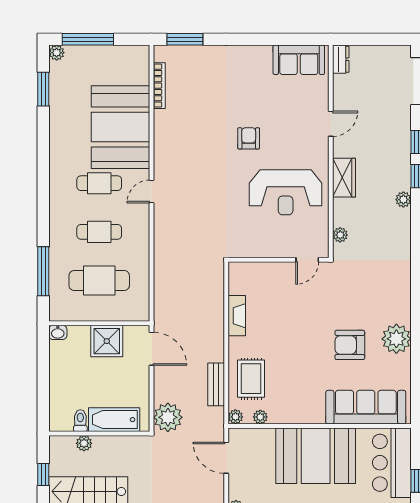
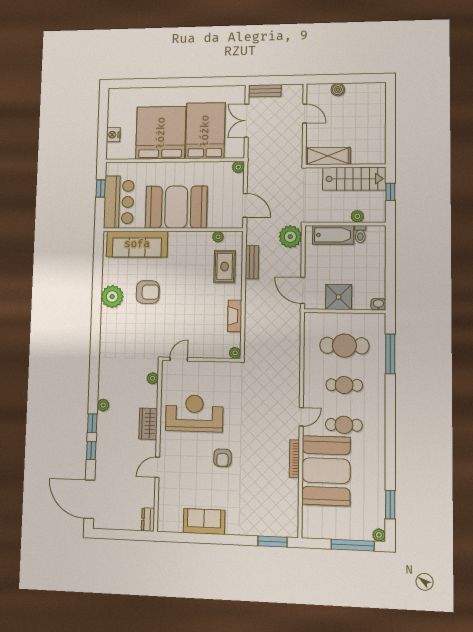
sofa: (299, 60) -> (204, 521), moved
bookcase: (159, 86) -> (294, 459), moved
plant: (235, 417) -> (235, 353), moved

